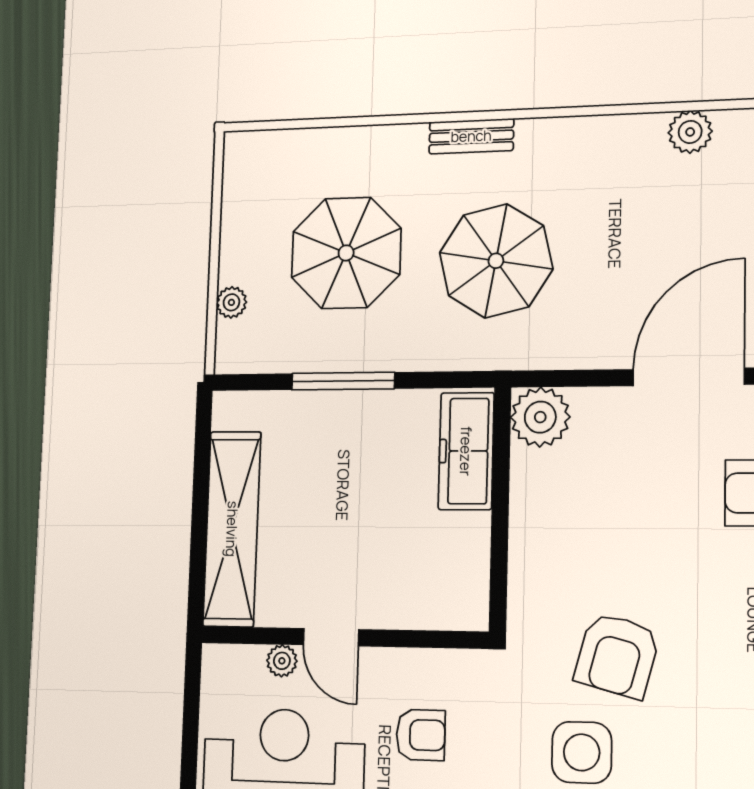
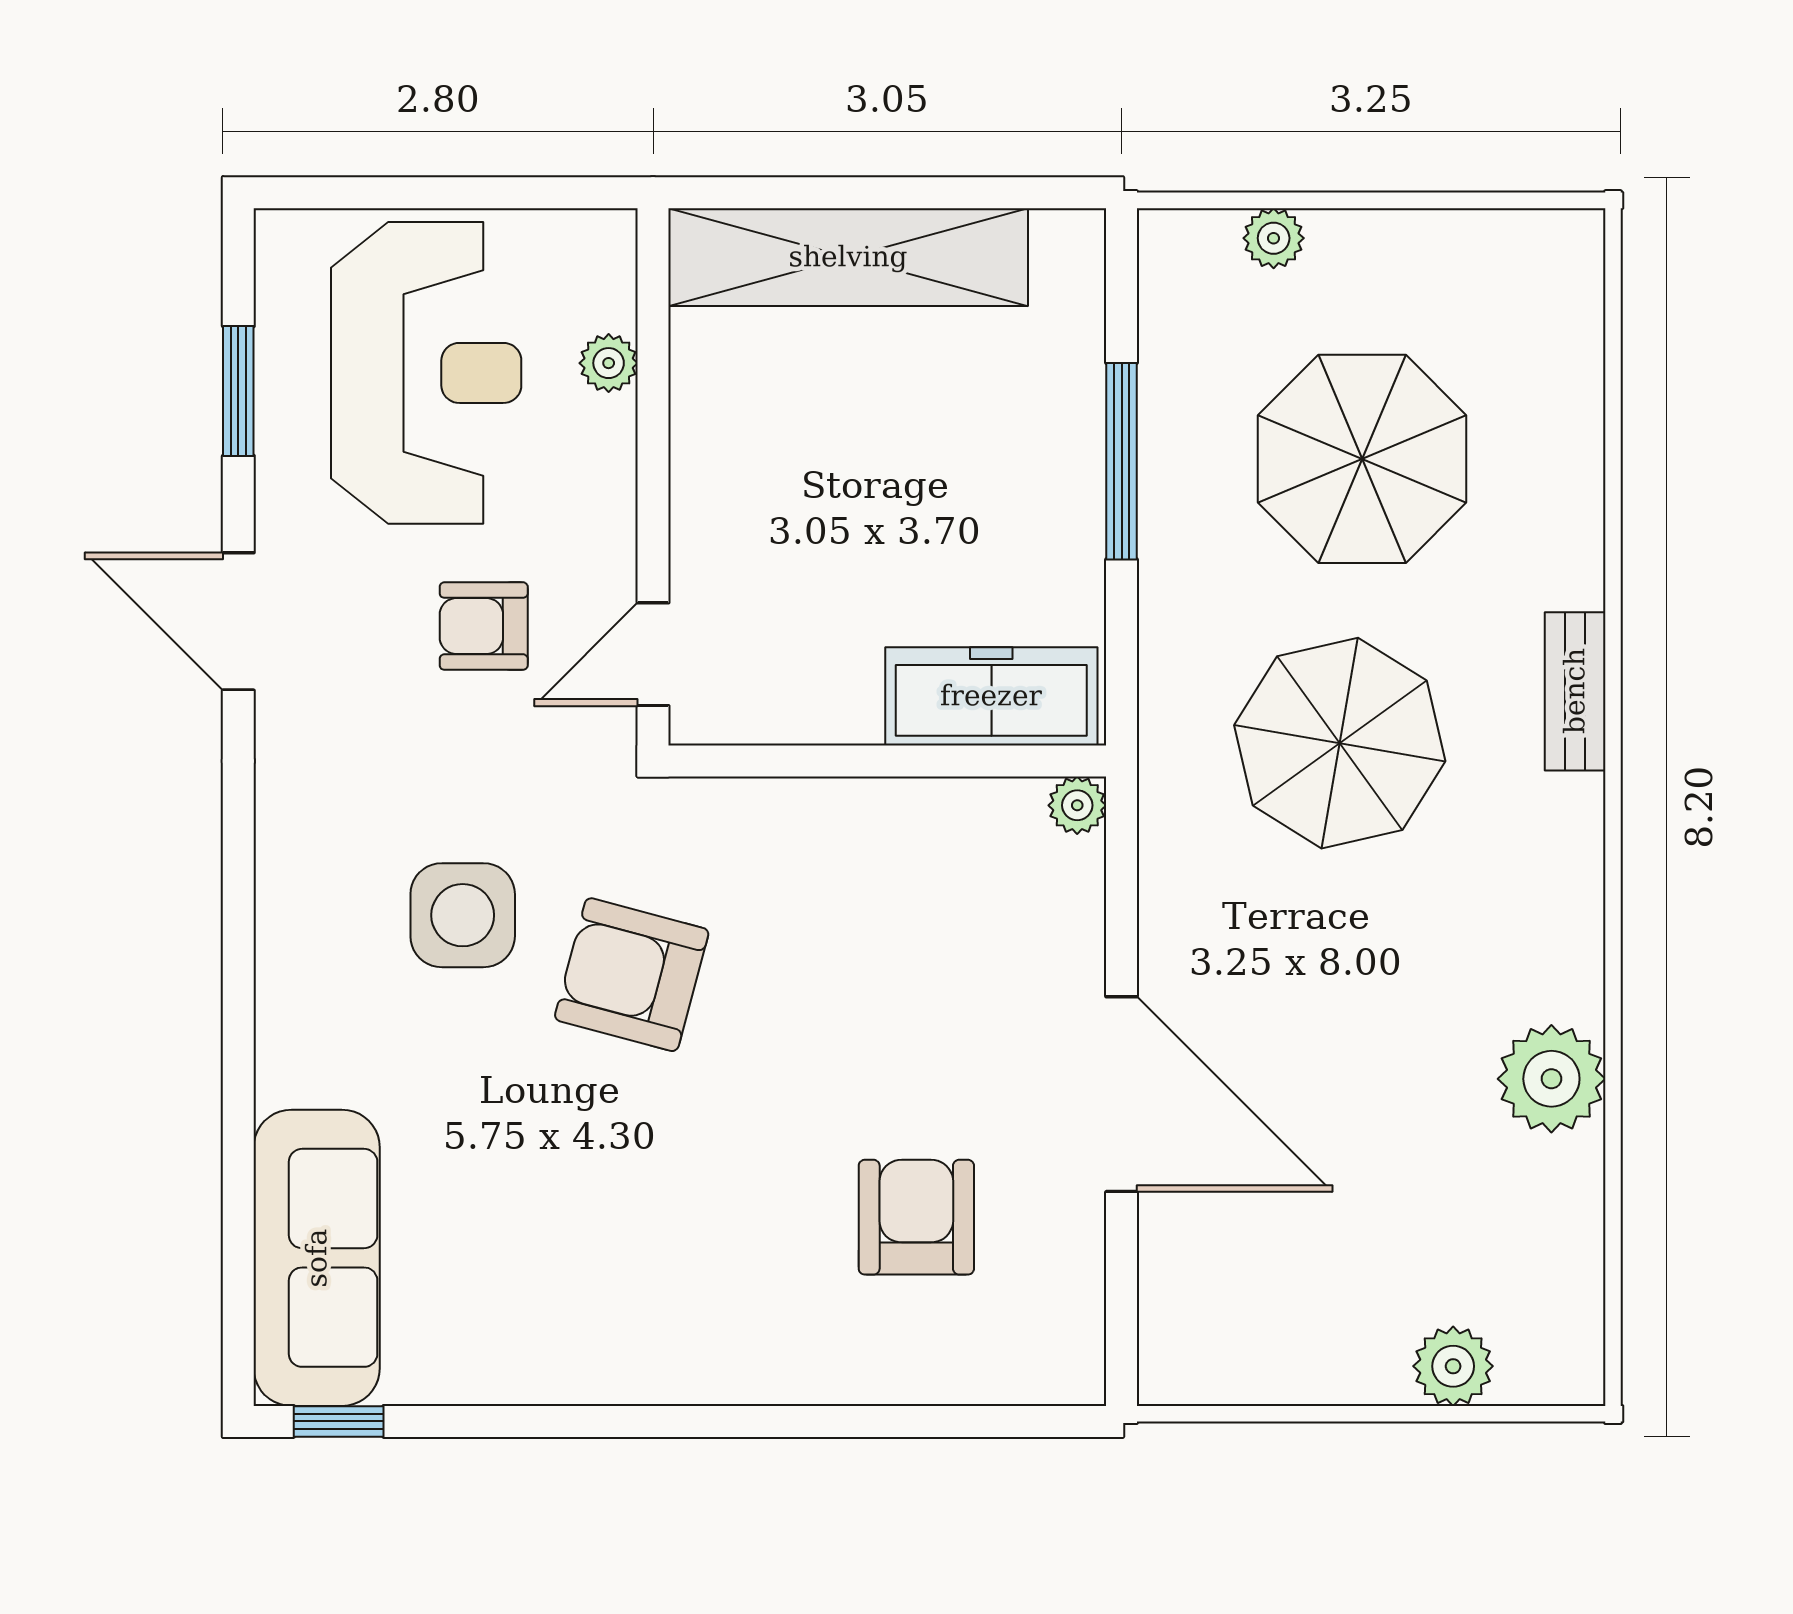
plant: (690, 132) -> (1551, 1079), width x1.36, depth x1.36
plant: (540, 417) -> (1077, 805), width x0.53, depth x0.53
door: (331, 637) -> (653, 654), moved
armchair: (421, 735) -> (484, 626), turned 90

